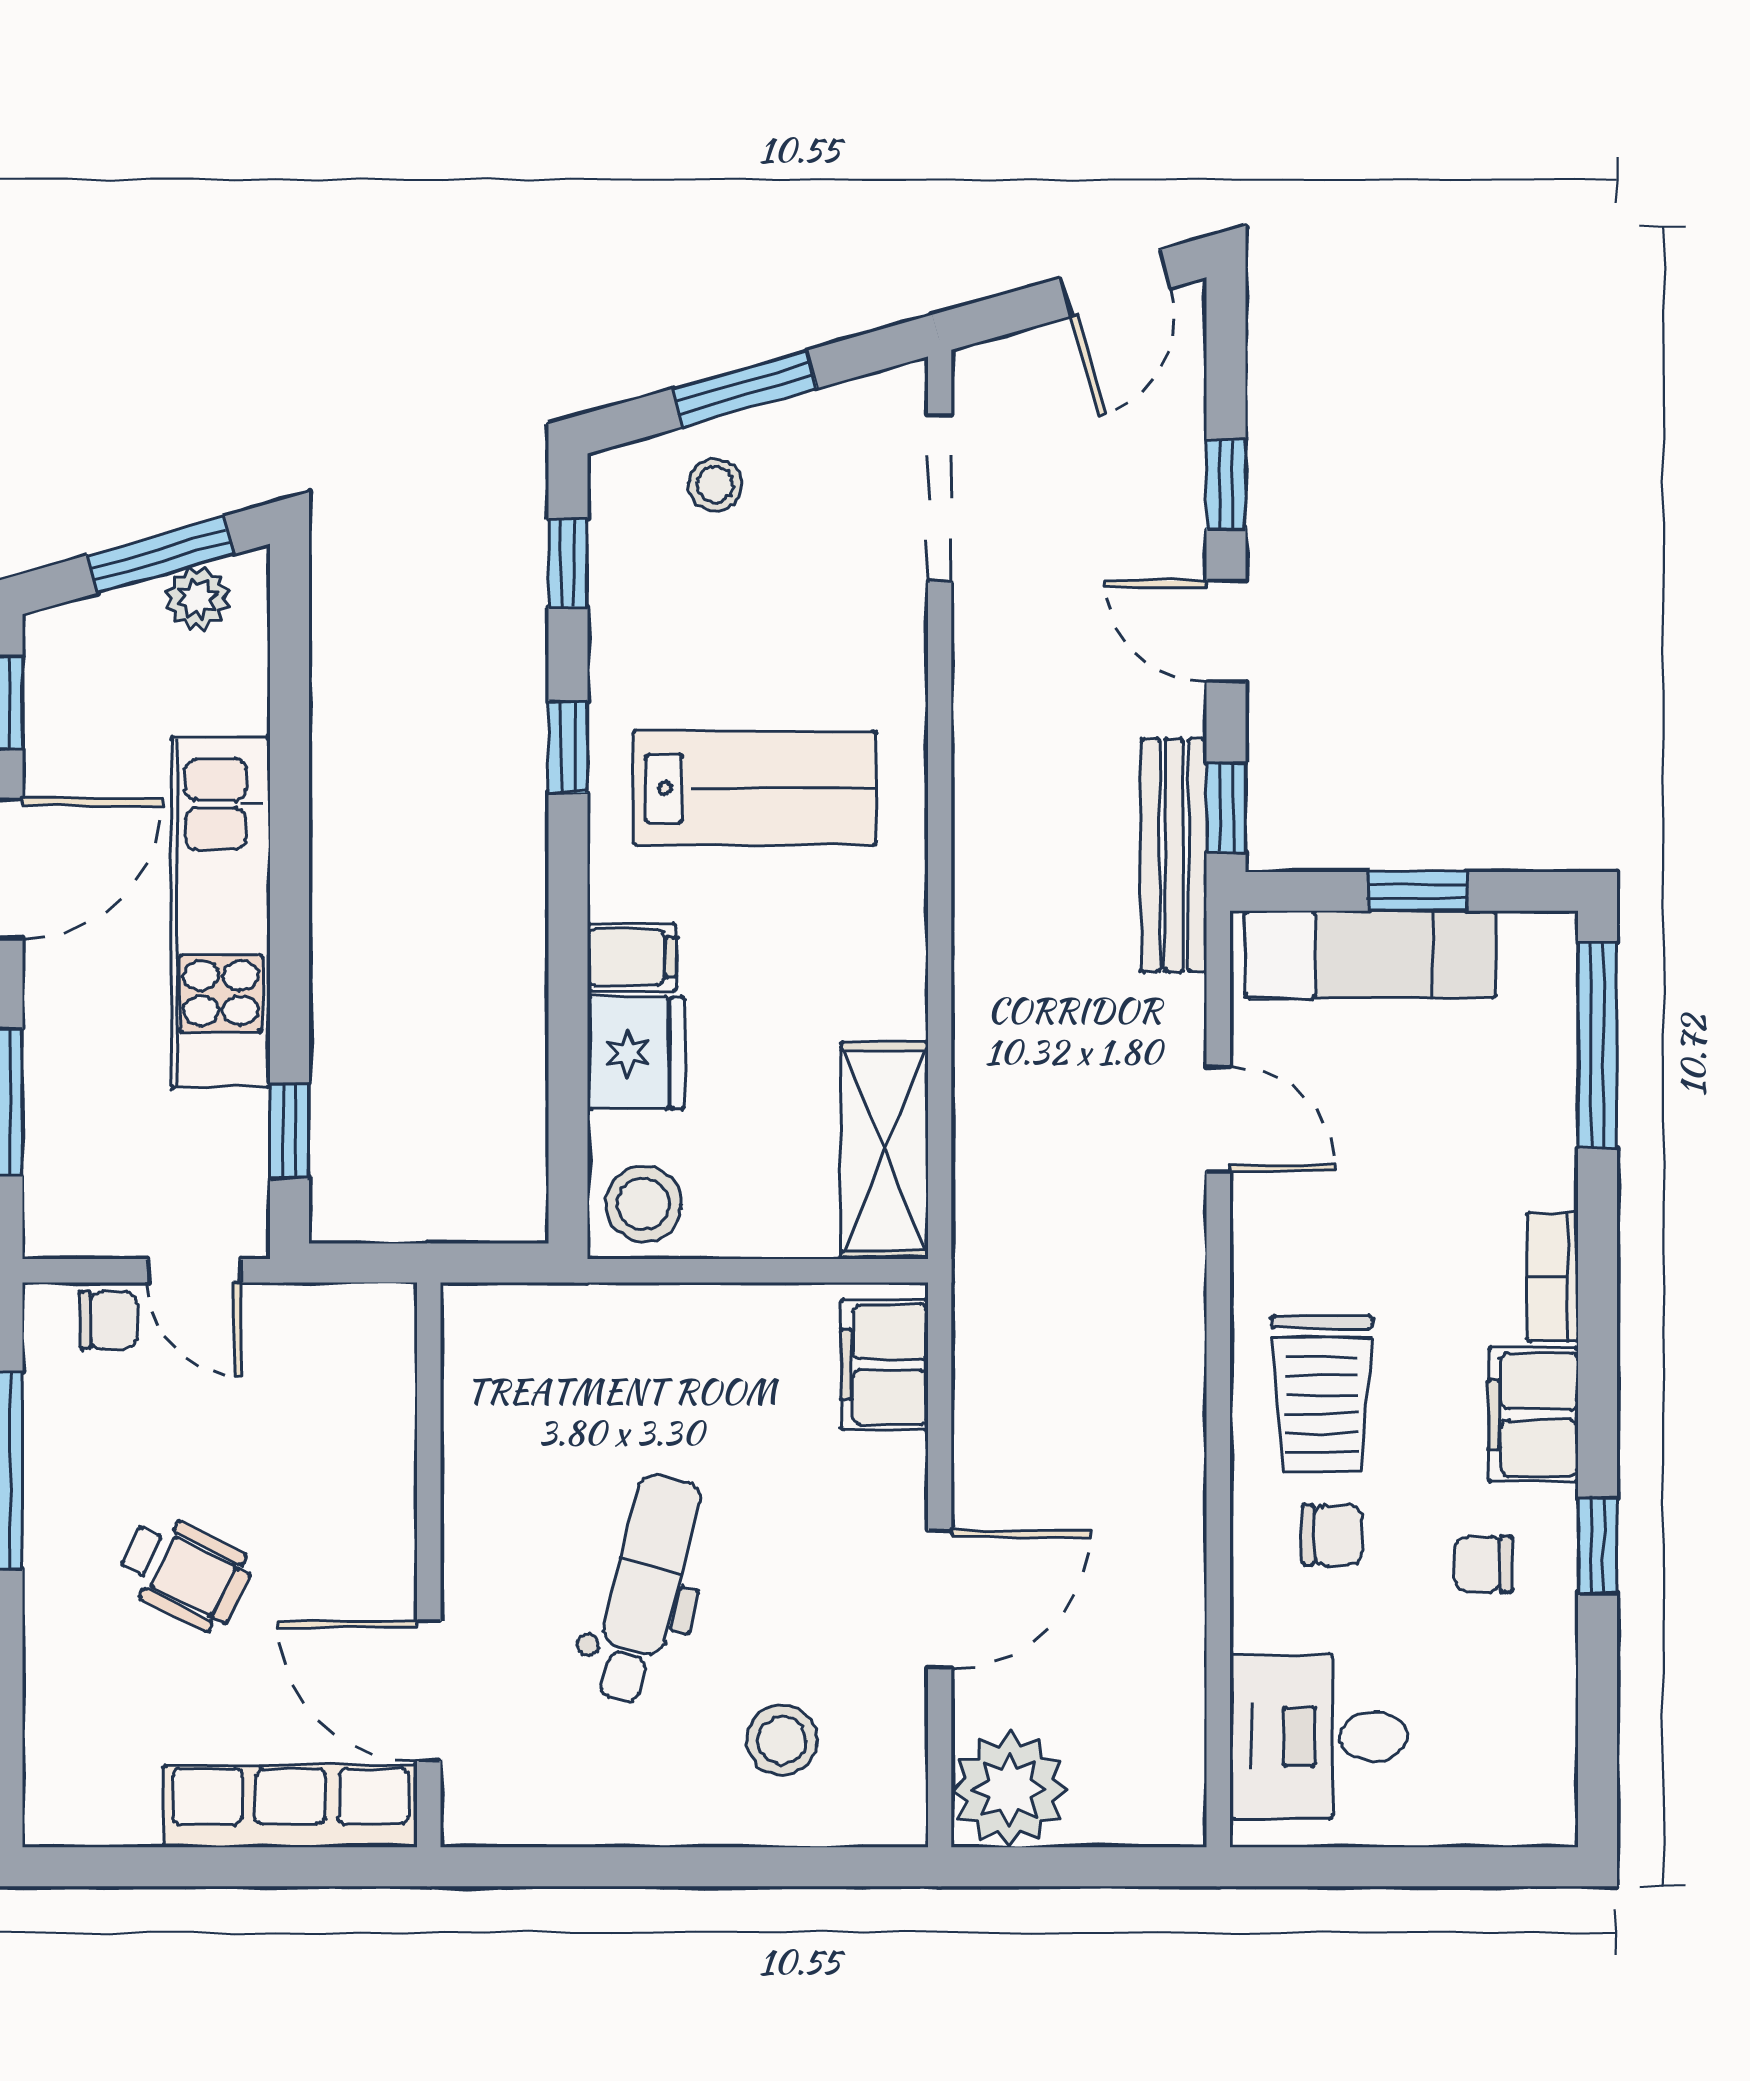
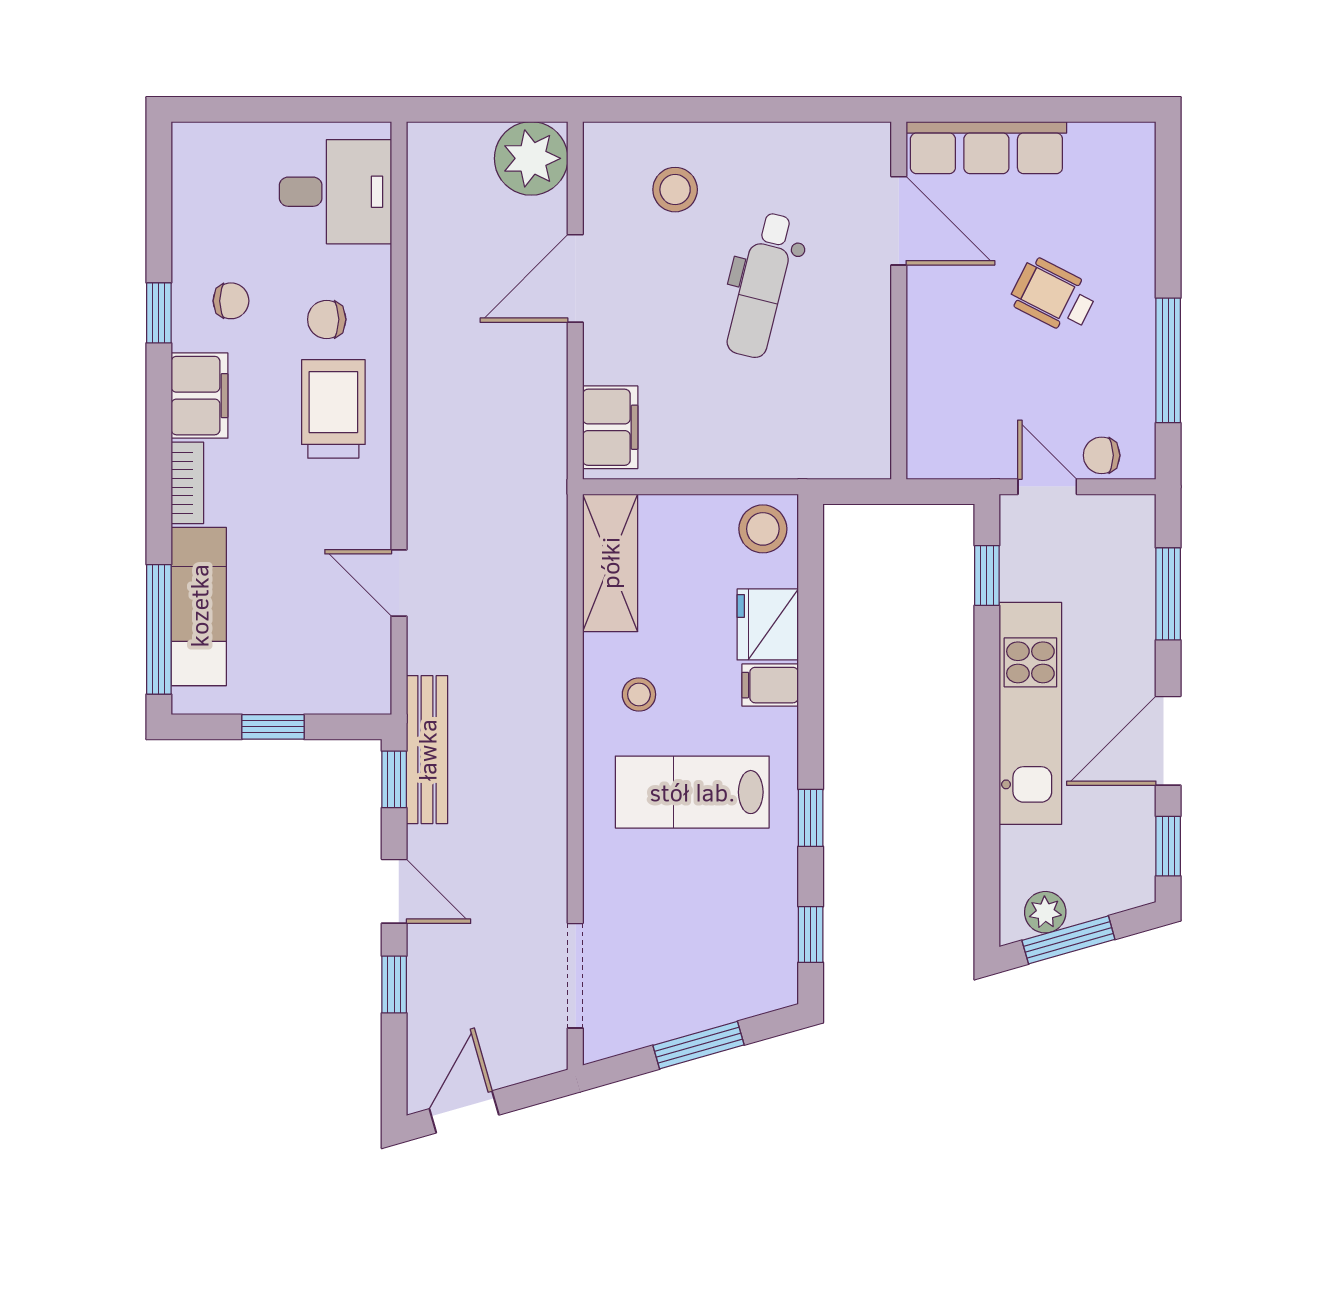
stool: (715, 485) -> (639, 694), moved
exam couch: (1370, 954) -> (199, 606), moved, turned 90

